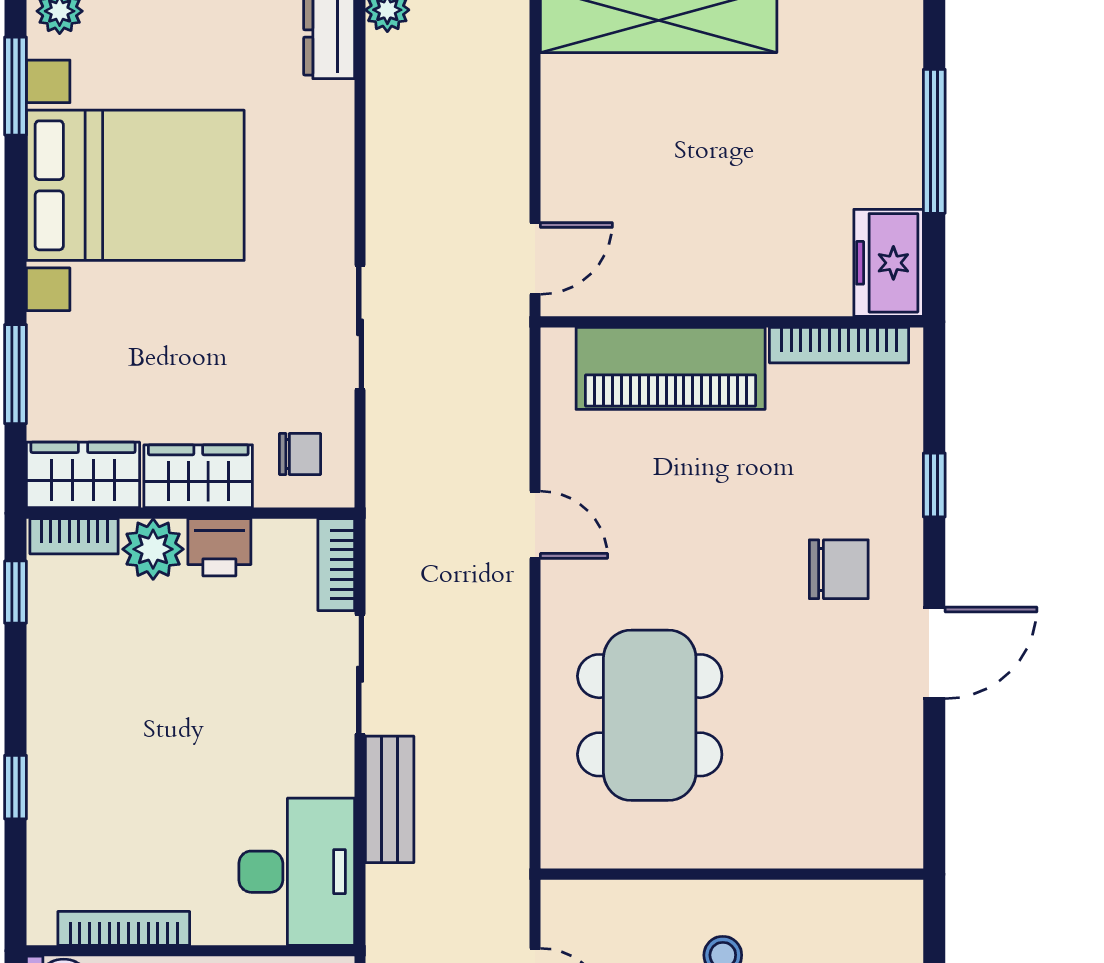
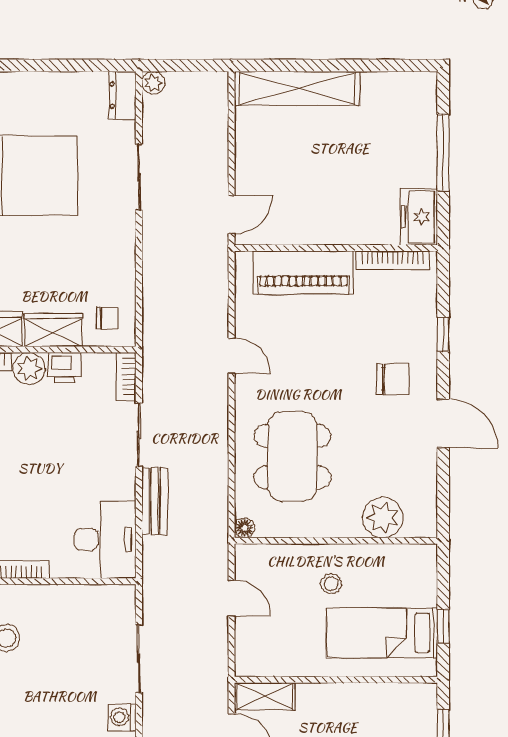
sliding door: (360, 327) -> (139, 177), moved
door: (934, 653) -> (443, 423), hinge flipped
plant: (820, 830) -> (383, 518), added
floor lamp: (559, 850) -> (244, 528), added

